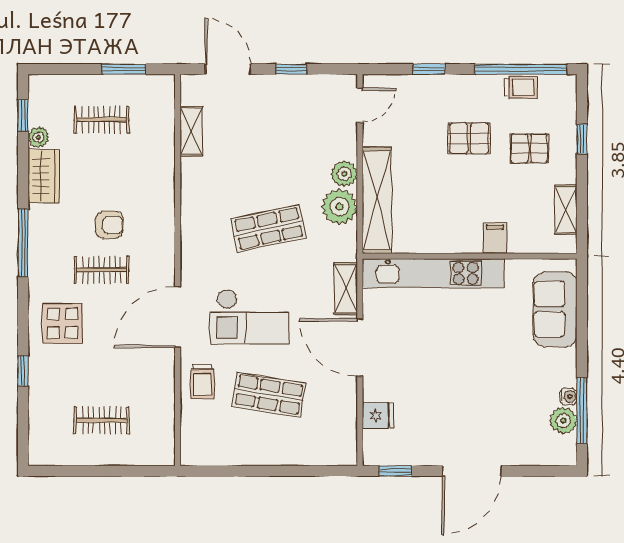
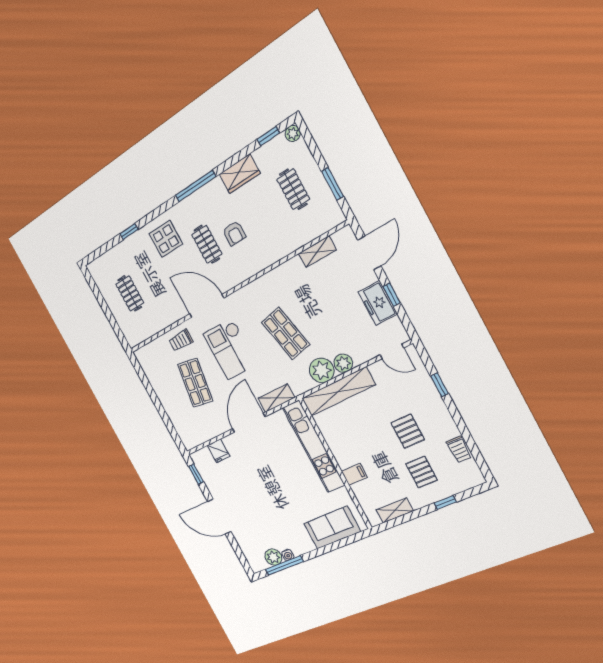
window: (521, 69) -> (471, 444), removed
freezer: (293, 91) -> (378, 303), added
plant: (38, 137) -> (293, 133), moved

